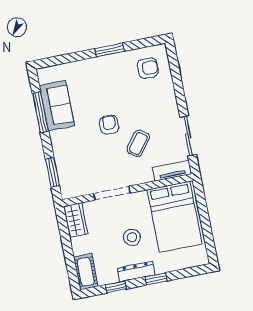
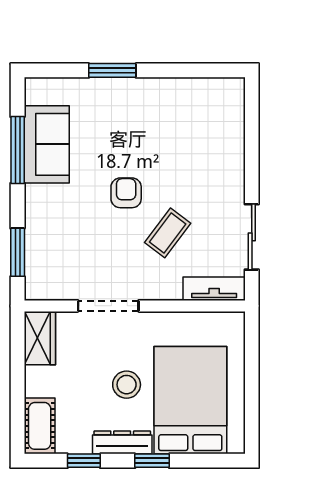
window: (109, 50) -> (112, 70), moved
armchair: (148, 68) -> (208, 113), removed
bed: (175, 217) -> (190, 400), moved, turned 180

